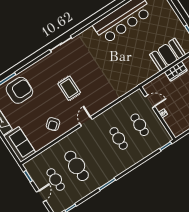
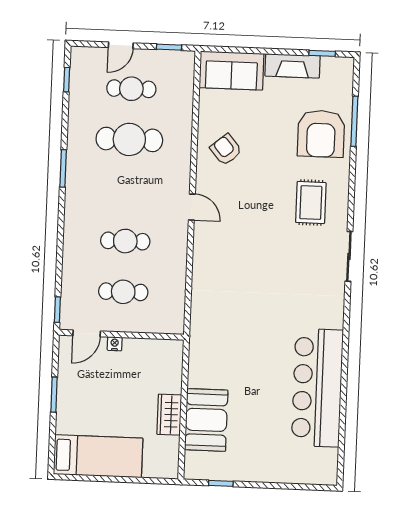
rug: (69, 88) -> (311, 203), moved, turned 90
door: (150, 102) -> (87, 333), moved
door: (41, 196) -> (121, 45), hinge flipped

